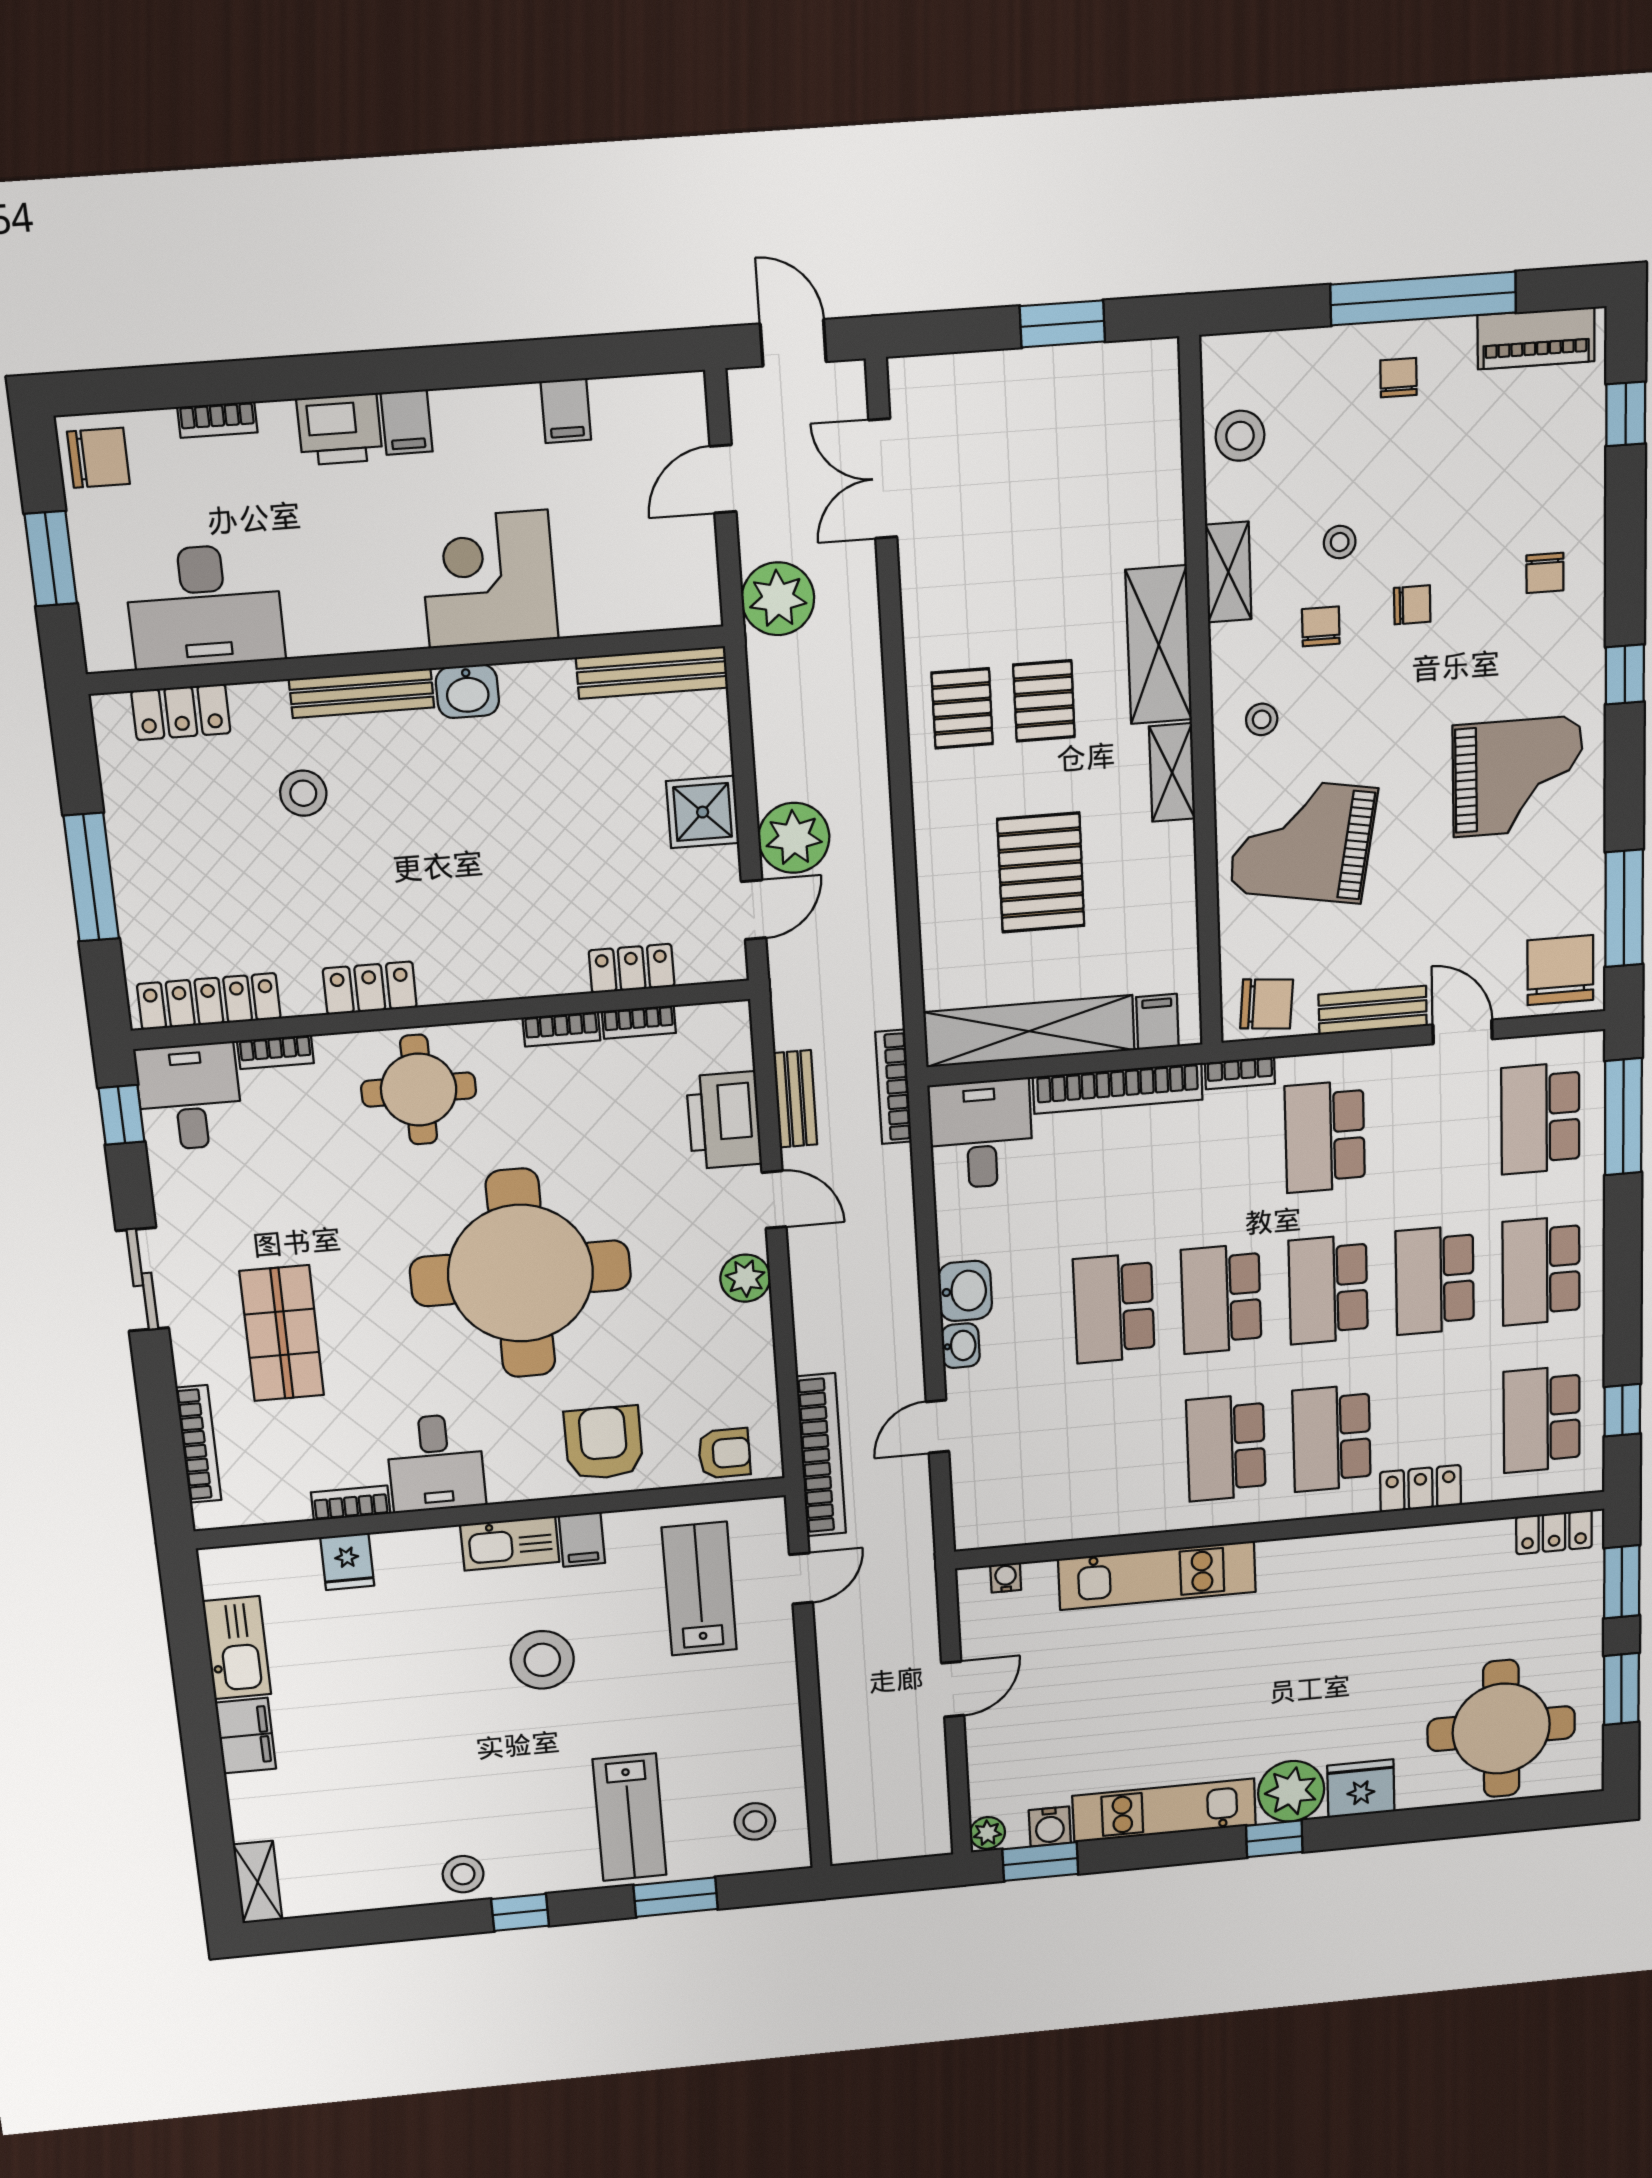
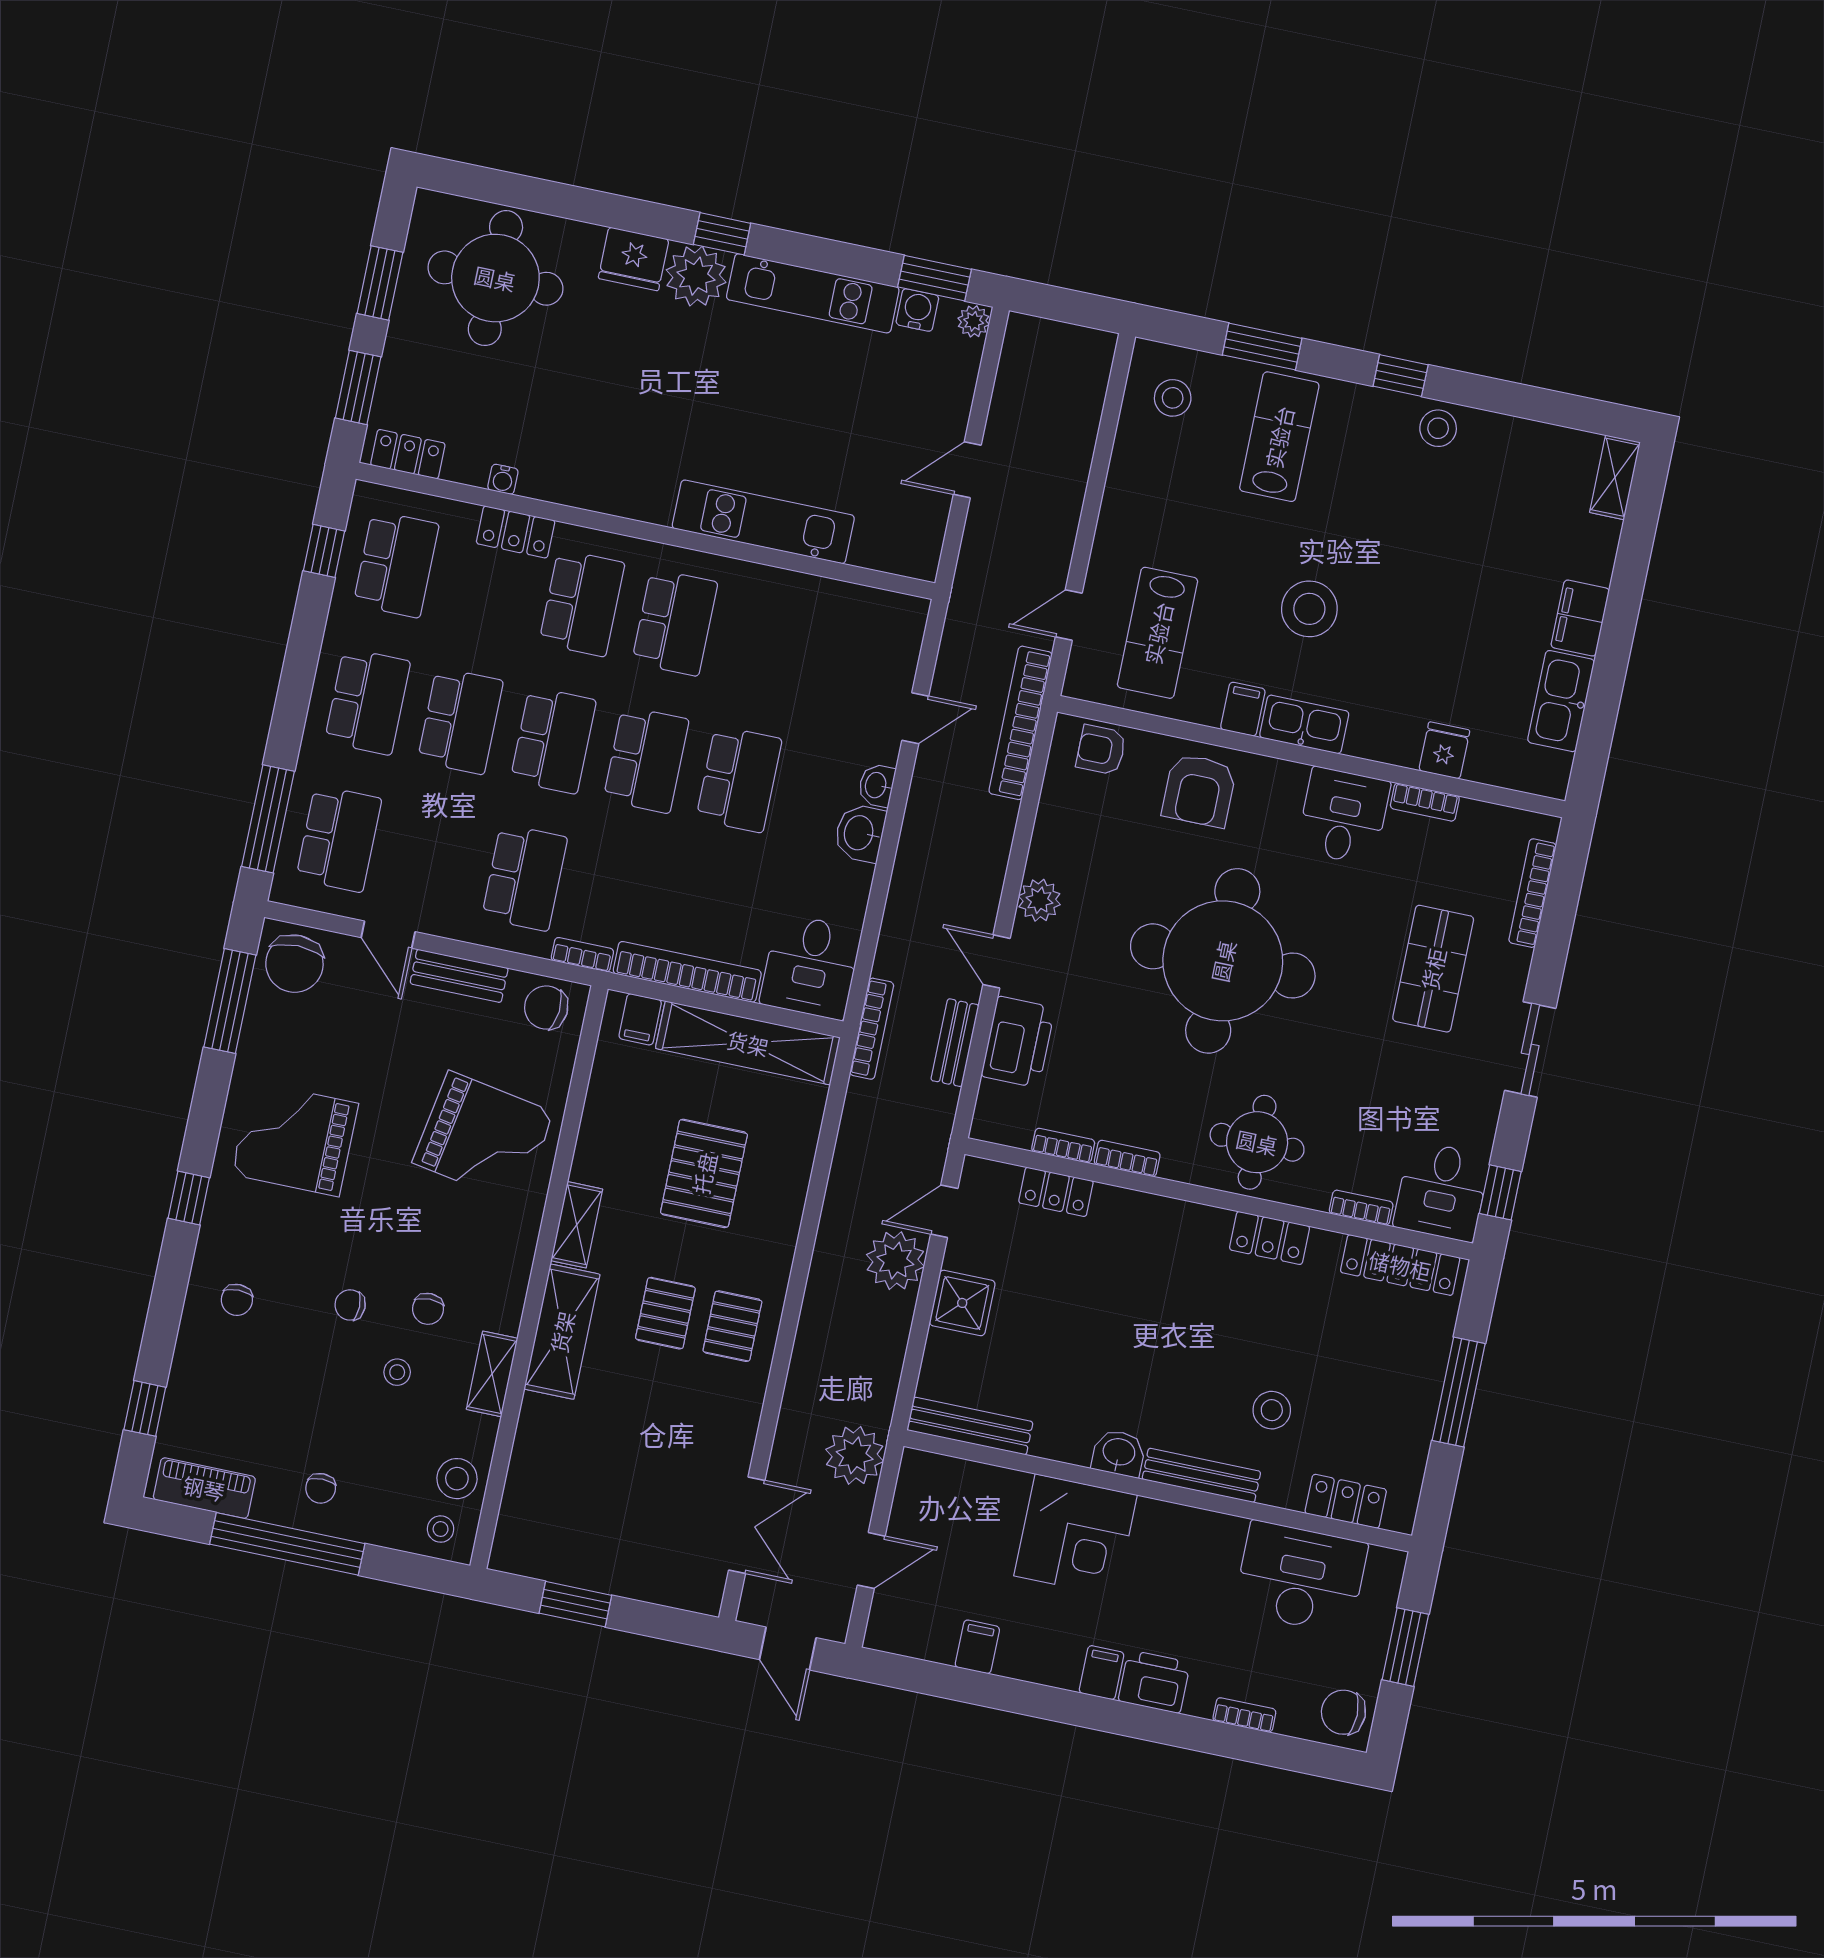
chair: (1545, 573) -> (237, 1300), turned 180
stool: (1262, 719) -> (441, 1529), moved
water cooler: (1006, 1577) -> (503, 479), moved

